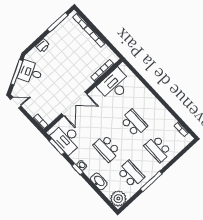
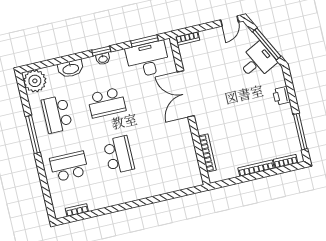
desk: (114, 85) -> (180, 158), removed
school desk: (134, 123) -> (119, 155), turned -90
school desk: (107, 148) -> (107, 103), turned 180
school desk: (131, 174) -> (57, 114), turned 90

